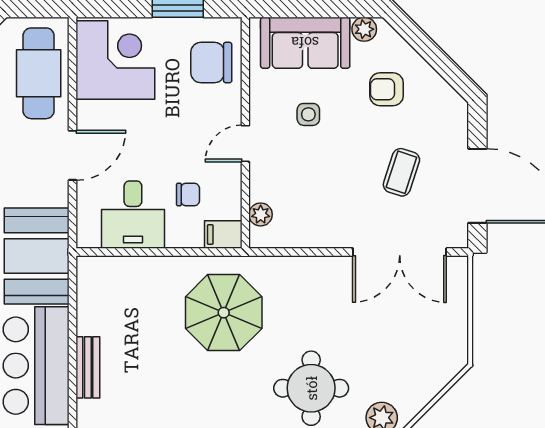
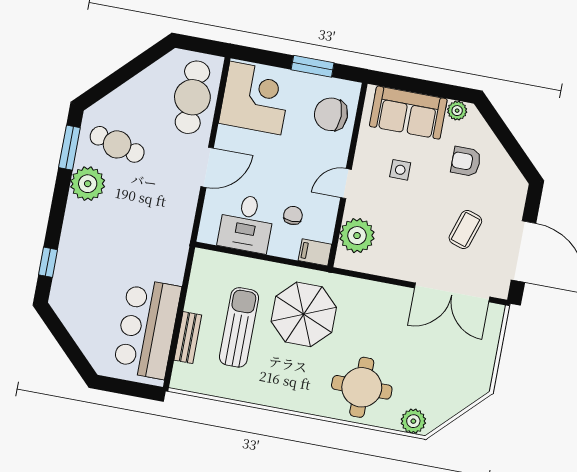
chair: (188, 195) -> (293, 215), turned -90
plant: (261, 214) -> (357, 236), width x1.87, depth x1.87
booth: (37, 256) -> (164, 242), removed
sun lounger: (148, 343) -> (239, 327), added

